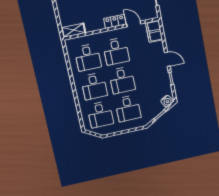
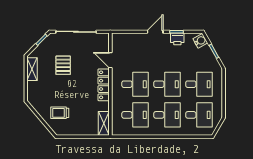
locker: (115, 21) -> (104, 85), width x1.53
door: (134, 24) -> (110, 60), hinge flipped
filing cabinet: (154, 31) -> (122, 40), removed
printer: (165, 81) -> (177, 39), added

